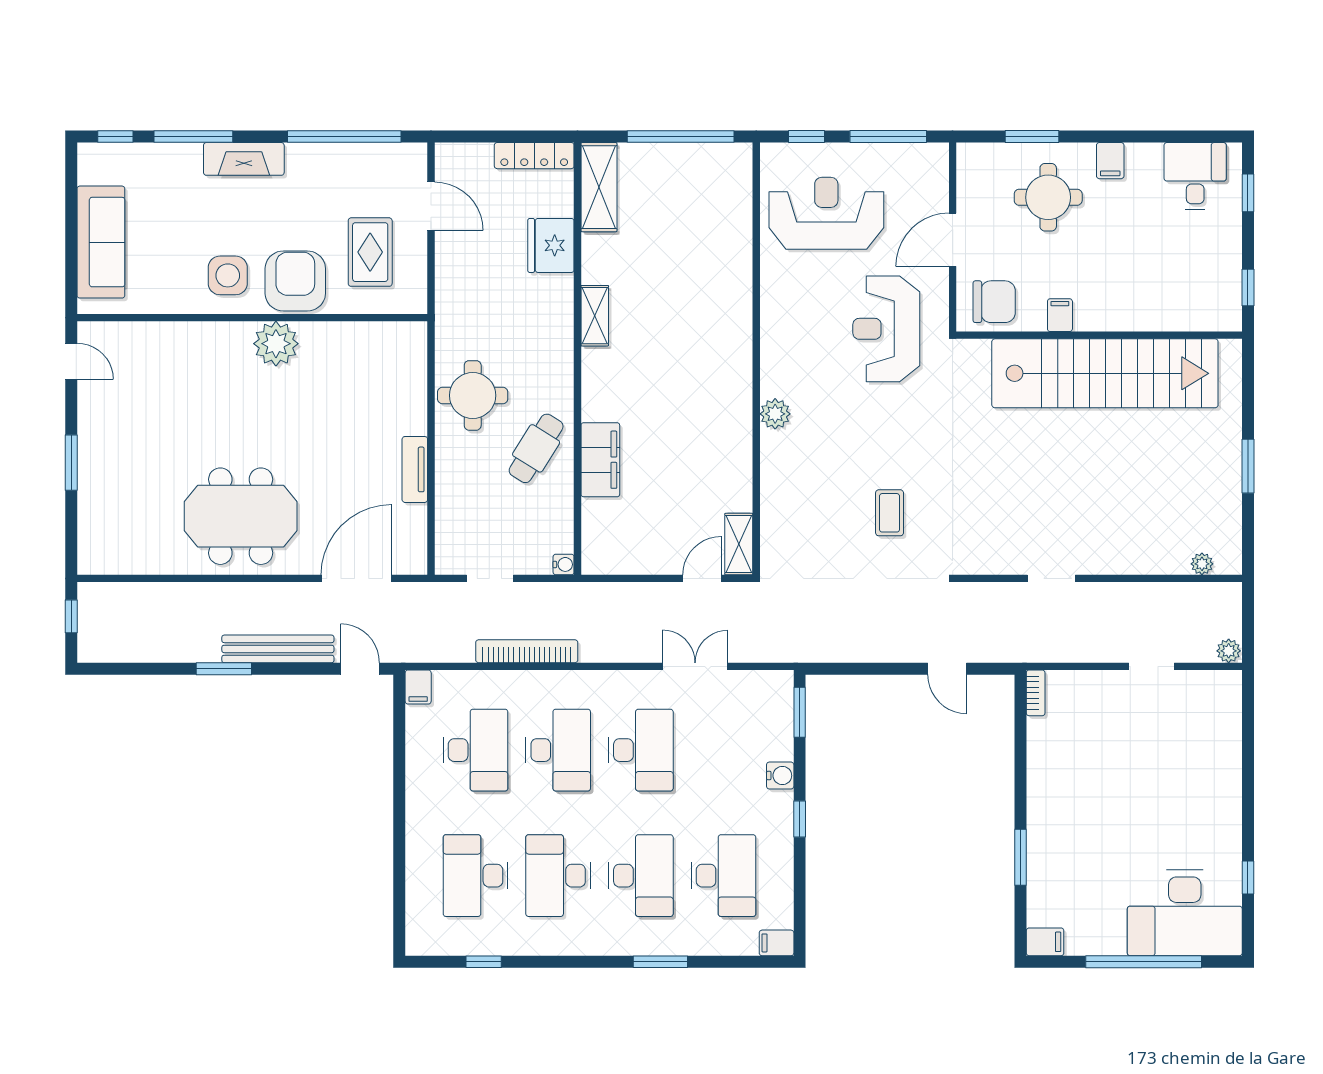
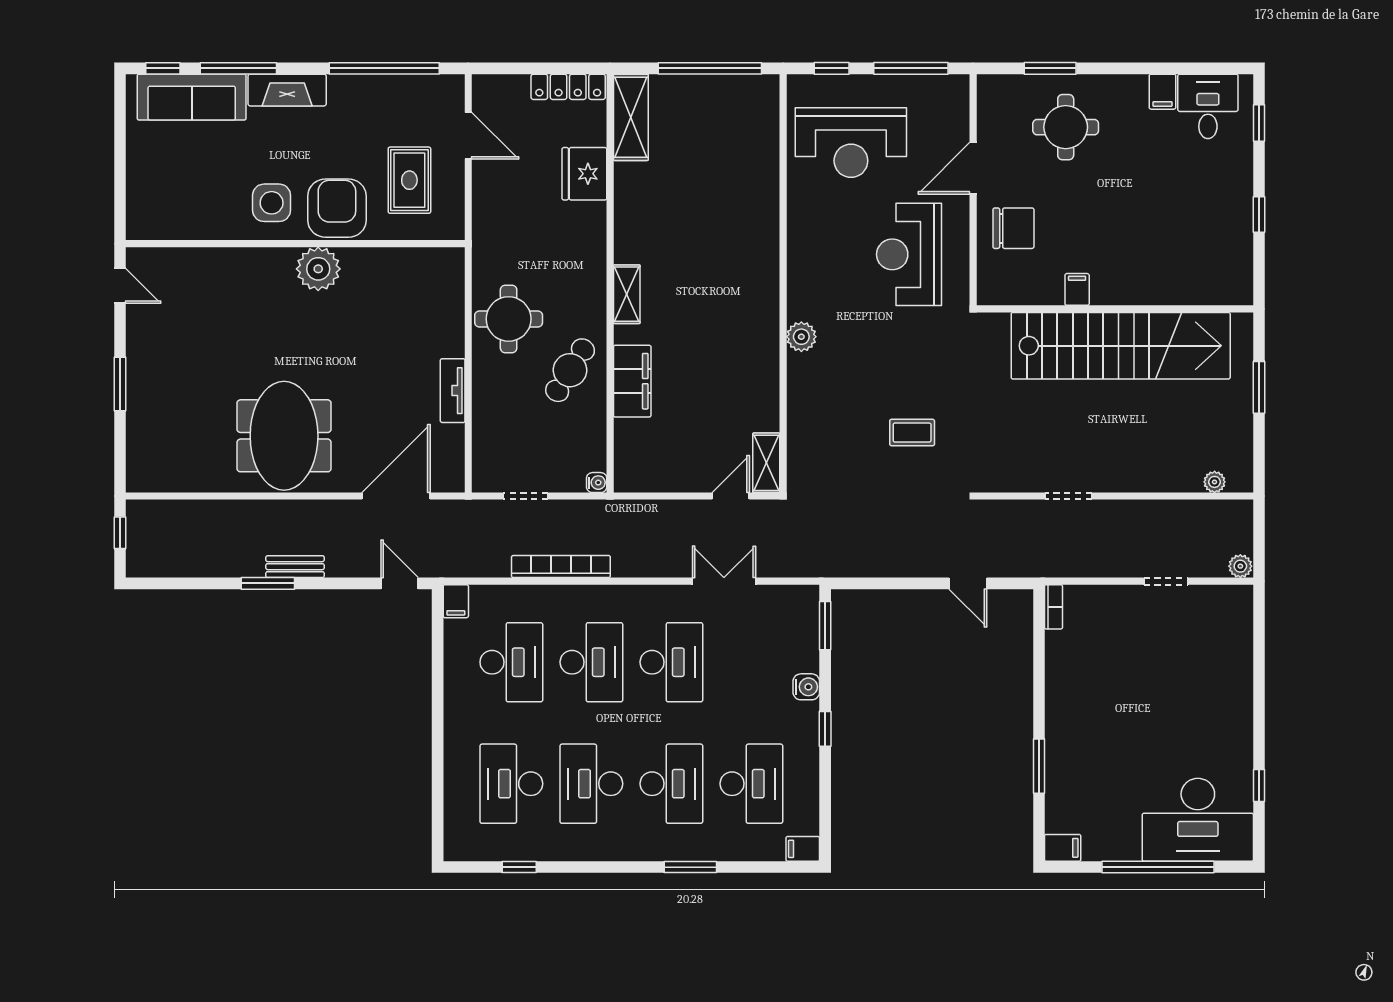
filing cabinet: (1110, 161) -> (1162, 92), moved
reception desk: (826, 213) -> (851, 143), turned 180
sofa: (101, 242) -> (192, 97), moved, turned 90
filing cabinet: (1060, 315) -> (1077, 289), moved
shelving: (595, 316) -> (627, 294), moved
wall: (1099, 335) -> (1115, 309), moved
stairs: (1105, 373) -> (1121, 346), moved
coffee table: (890, 513) -> (912, 433), turned 90
meeting table: (241, 516) -> (284, 436), turned 90
bench: (278, 649) -> (295, 567), width x0.54, depth x0.82

